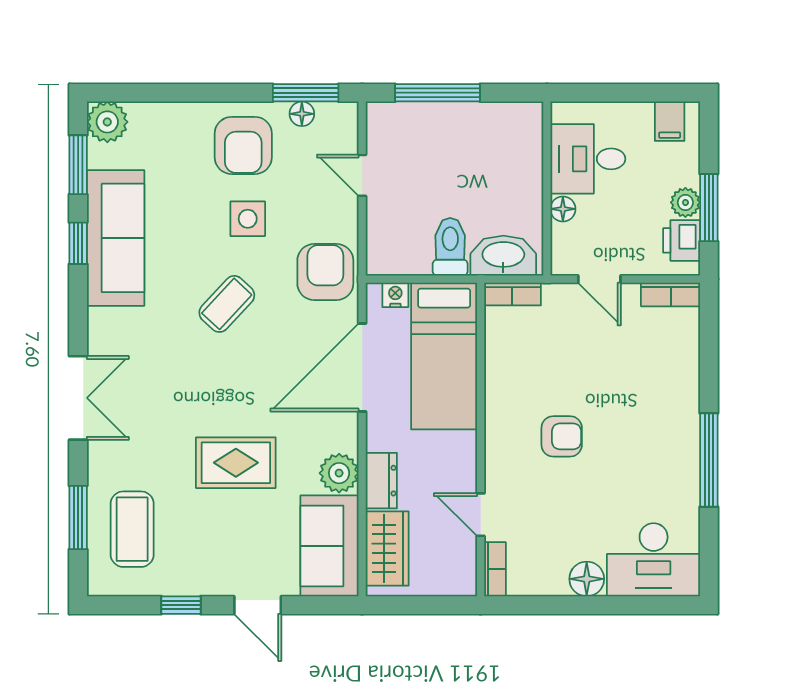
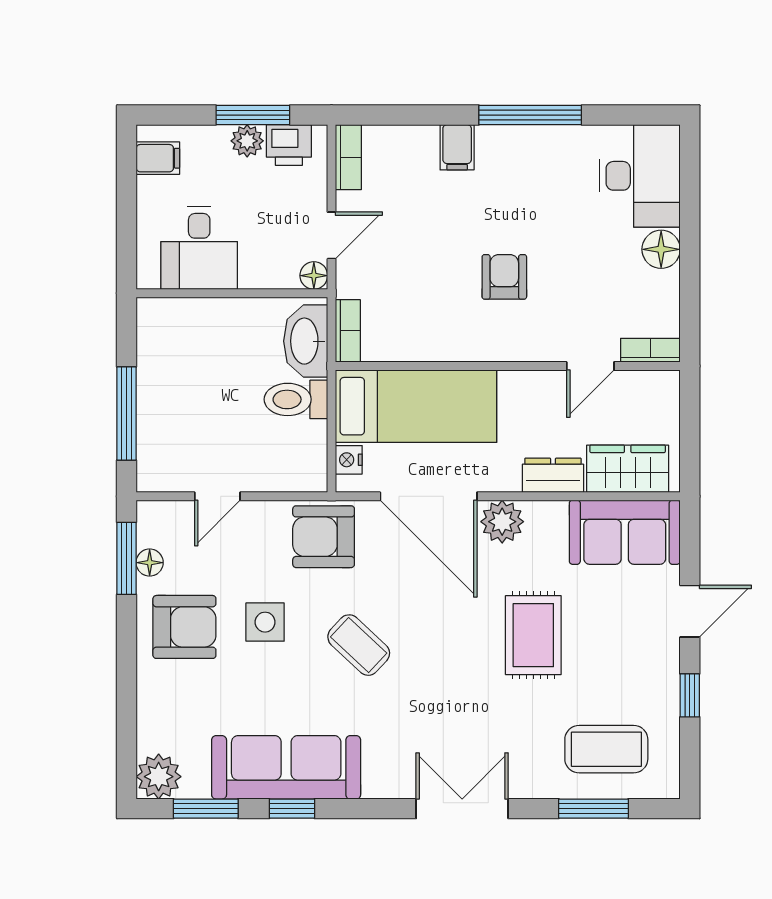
floor lamp: (563, 209) -> (314, 276), moved
filing cabinet: (680, 393) -> (457, 147), added
plant: (339, 473) -> (502, 522), moved

